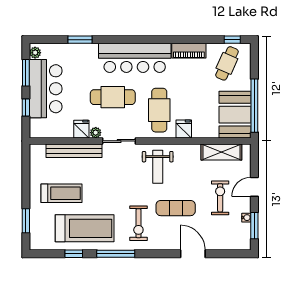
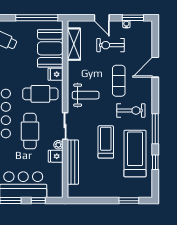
booth: (235, 115) -> (50, 48), moved, turned 90
treadmill: (62, 193) -> (106, 142), moved

